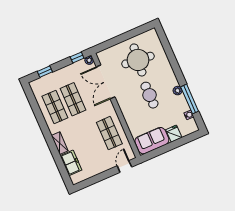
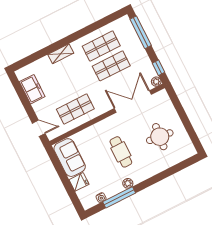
round table: (138, 60) -> (160, 137), width x0.73, depth x0.73
window: (45, 72) -> (141, 32), width x2.17
cafe table: (149, 95) -> (121, 152), turned 90
freezer: (71, 163) -> (32, 89), moved, turned -90

